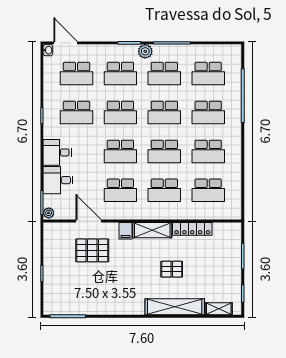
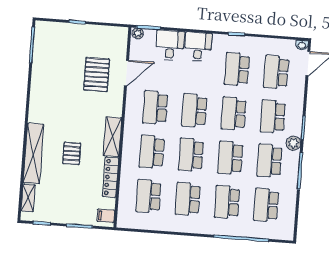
filing cabinet: (125, 231) -> (106, 216), moved

